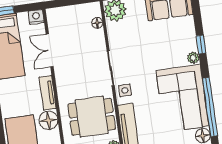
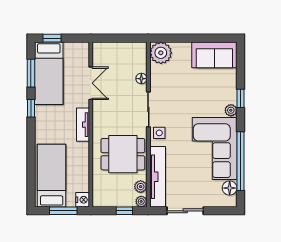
nightstand: (36, 17) -> (82, 48), removed
floor lamp: (97, 23) -> (141, 79), moved
double door: (50, 50) -> (91, 83), swing flipped
floor lamp: (48, 120) -> (80, 152), removed

